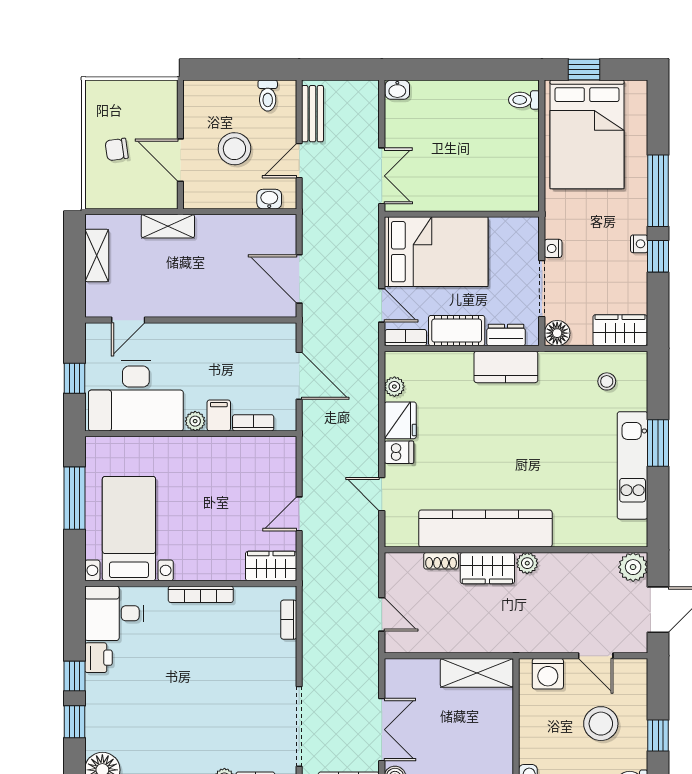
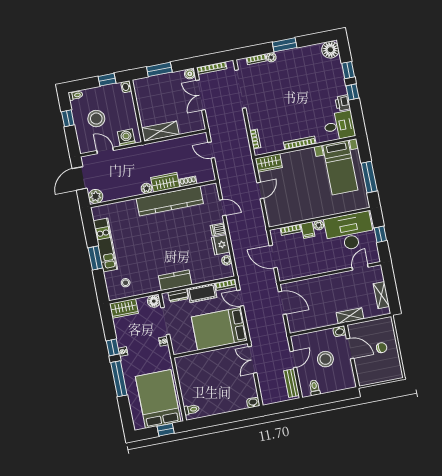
washbasin: (269, 199) -> (339, 331), moved

